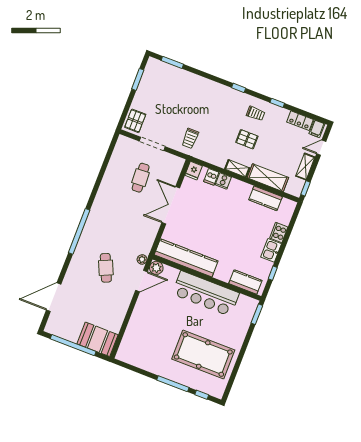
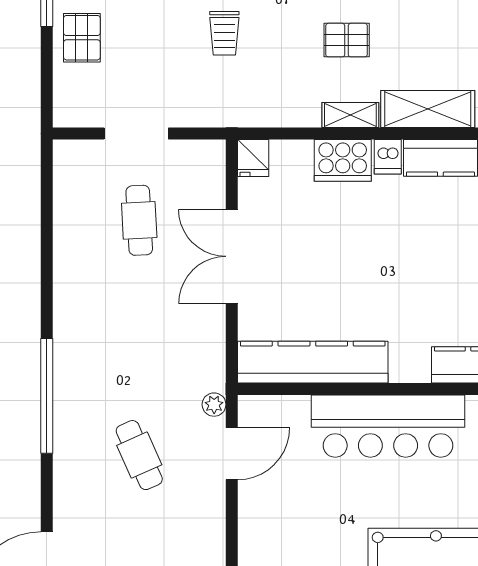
pallet: (135, 121) -> (82, 38), moved
trolley: (190, 138) -> (224, 33), moved
dishwasher: (211, 177) -> (388, 157), moved
cooker: (223, 181) -> (343, 160), width x1.87, depth x1.31
plant: (156, 268) -> (254, 411), removed

